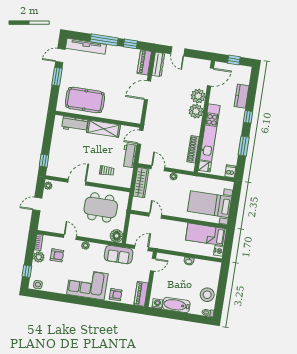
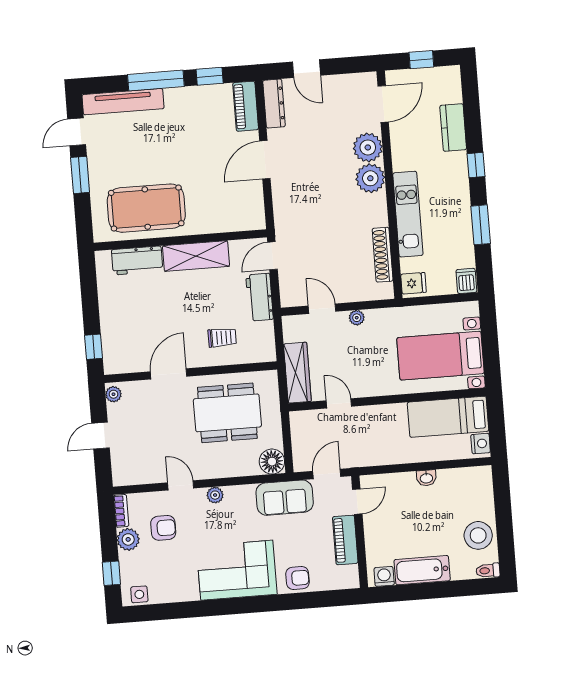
kitchen unit: (210, 133) -> (408, 214), width x0.73
wardrobe: (141, 183) -> (297, 373), moved
piano: (141, 294) -> (345, 540), moved

